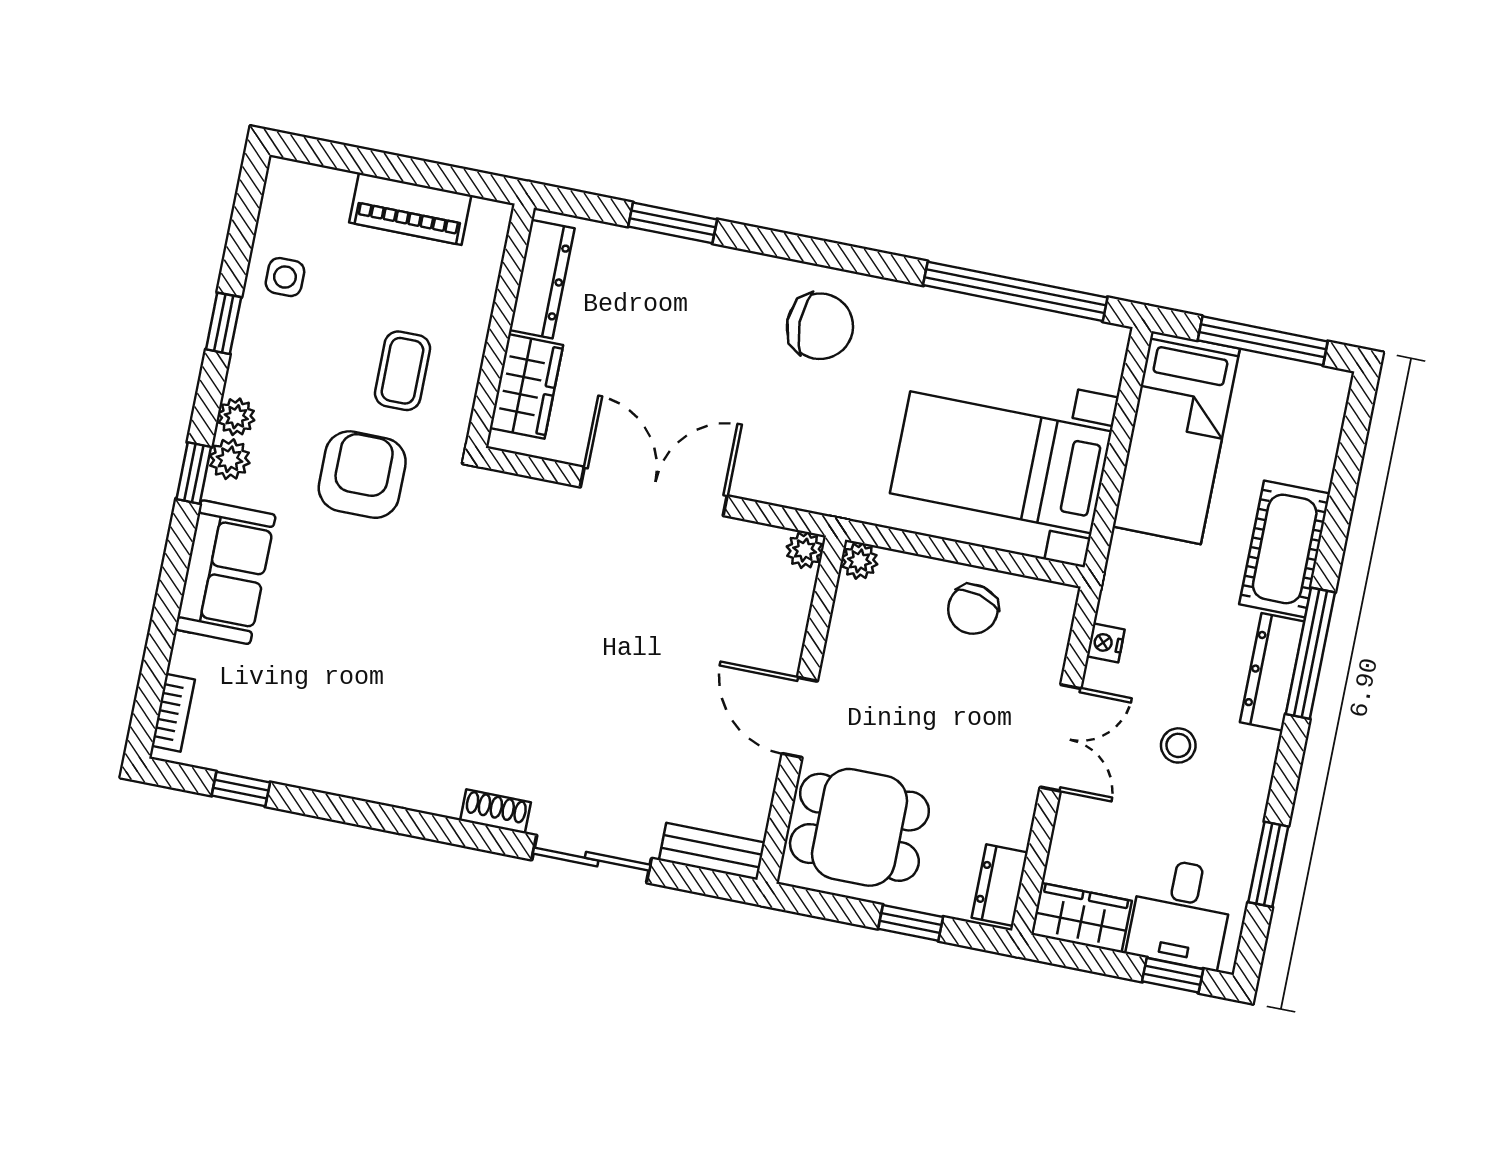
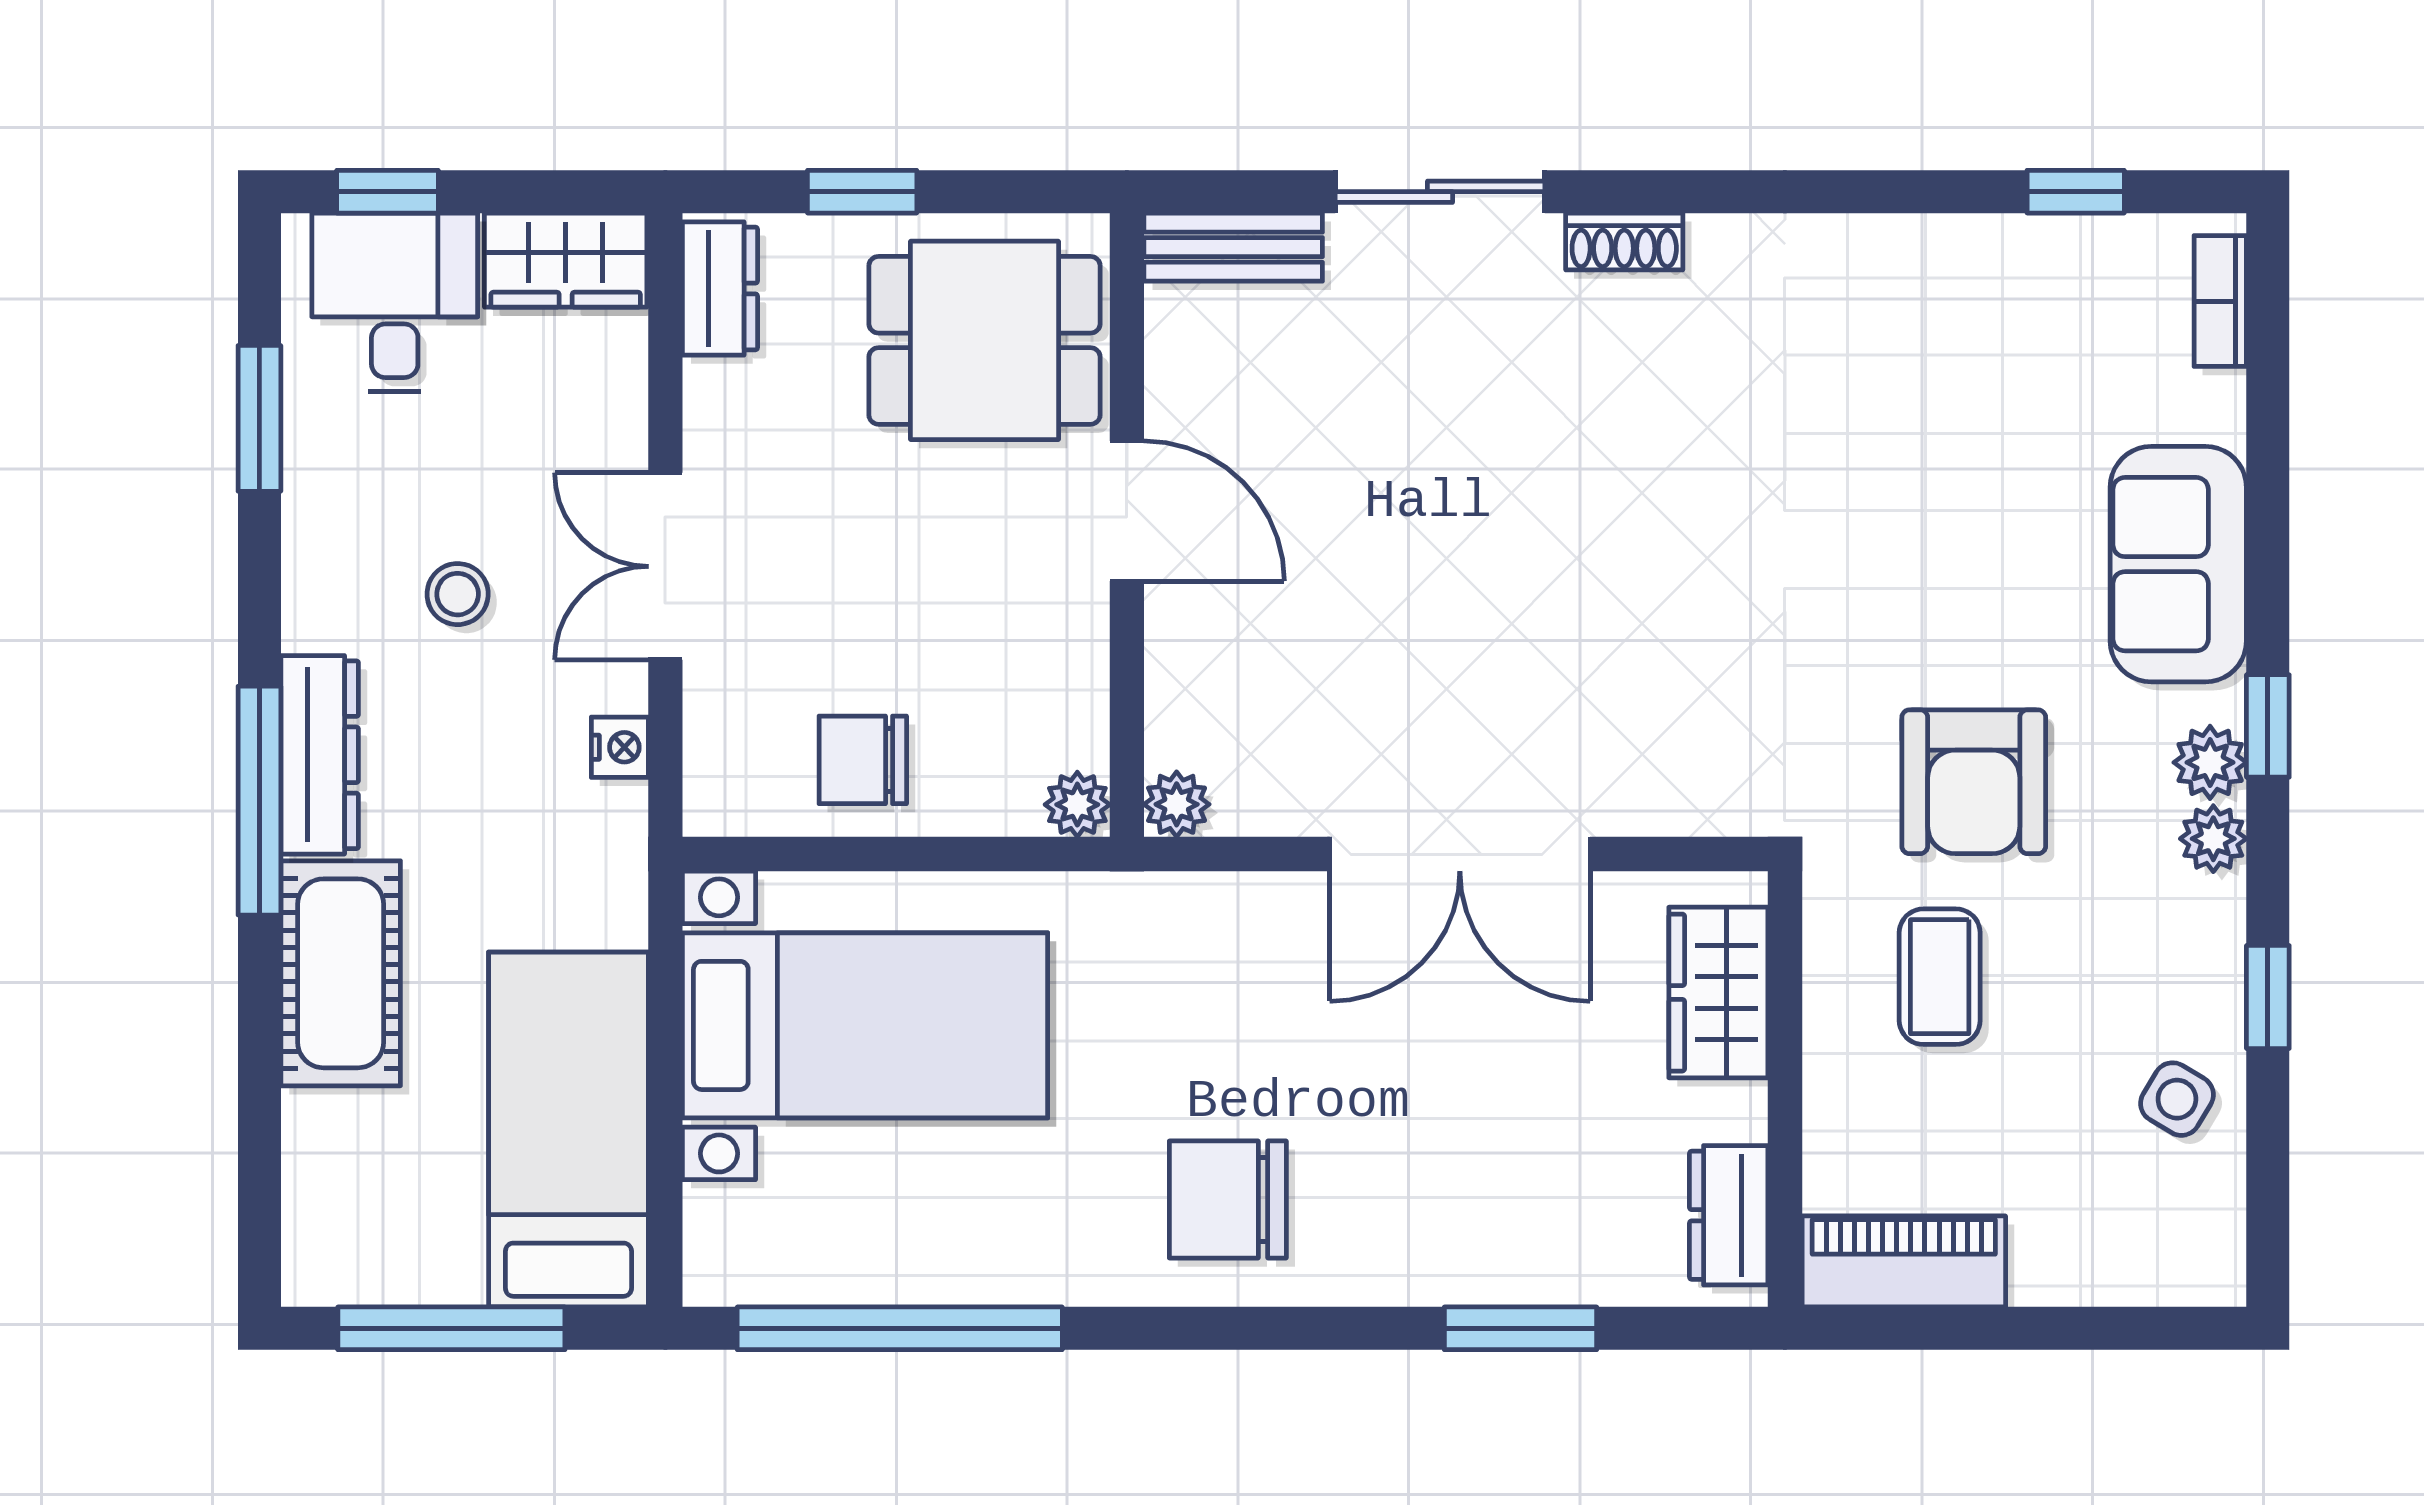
piano: (410, 209) -> (1904, 1261), moved
side table: (285, 277) -> (2177, 1099), turned 31
dresser: (542, 279) -> (1729, 1215), width x0.70
chair: (973, 609) -> (863, 760), turned -105

